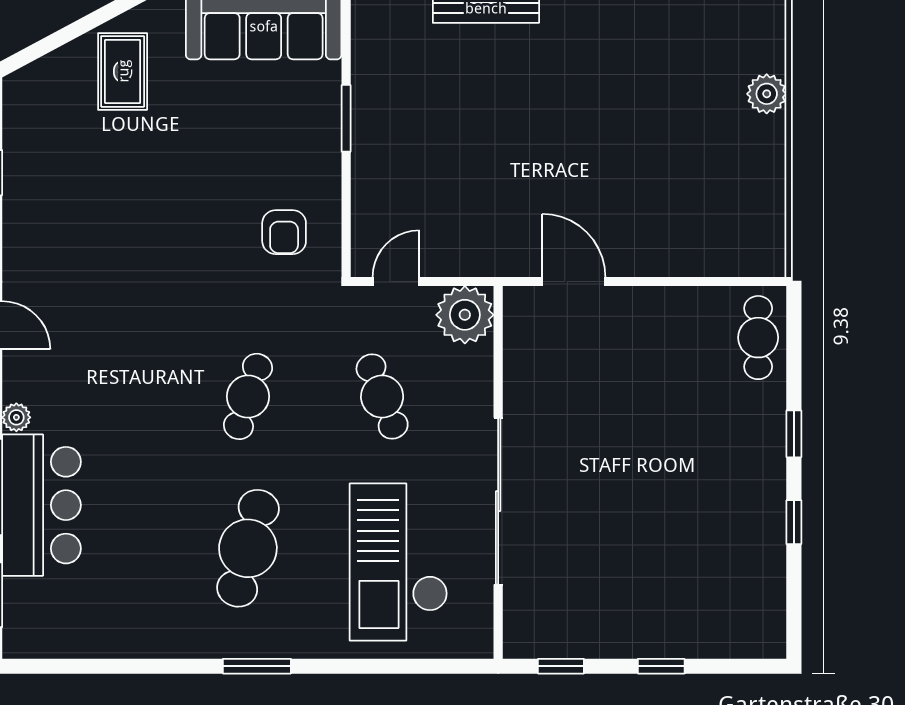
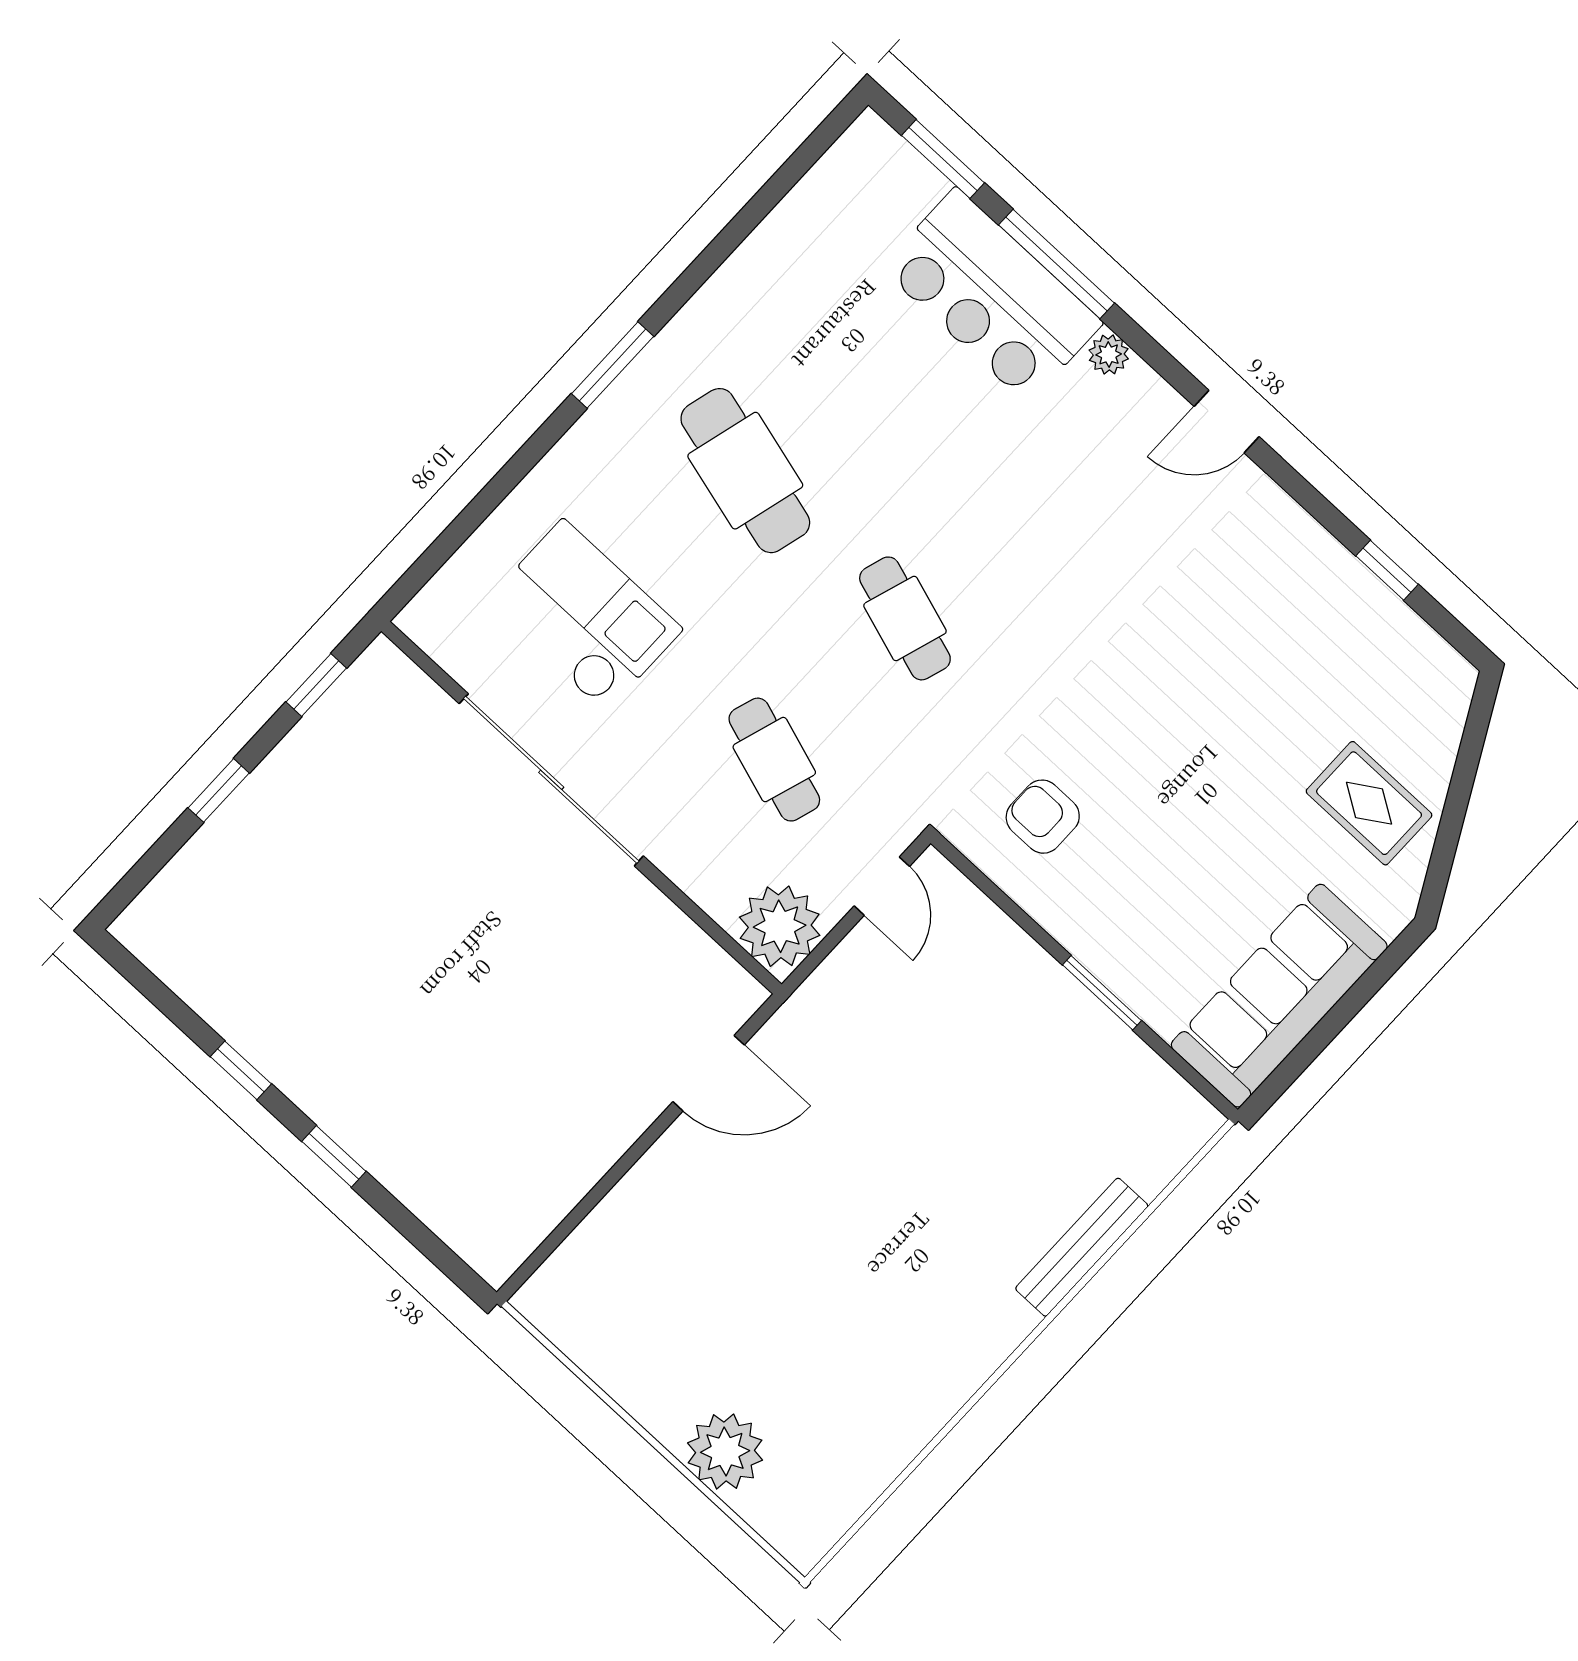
plant: (767, 94) -> (725, 1452), width x1.36, depth x1.36
cafe table: (758, 338) -> (470, 1213), removed
cafe table: (382, 396) -> (774, 760), turned 39
checkout: (399, 562) -> (584, 616), width x0.73, depth x0.83

